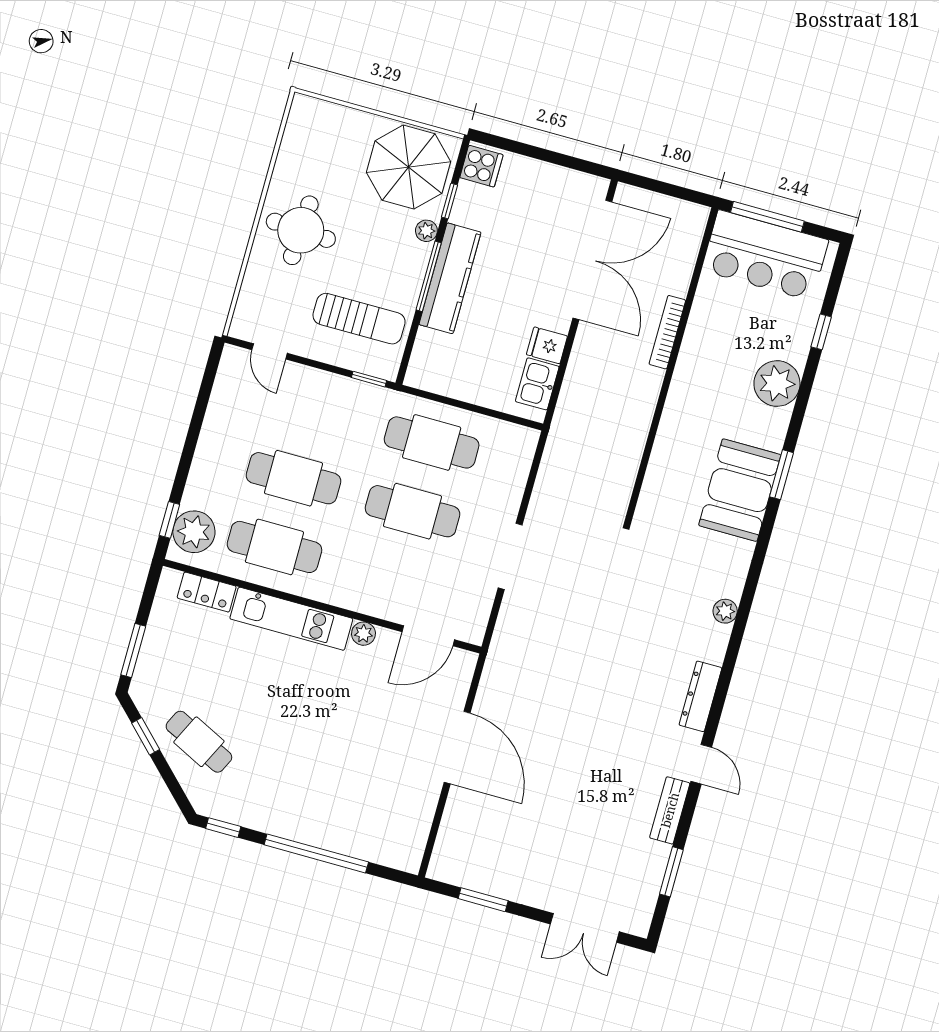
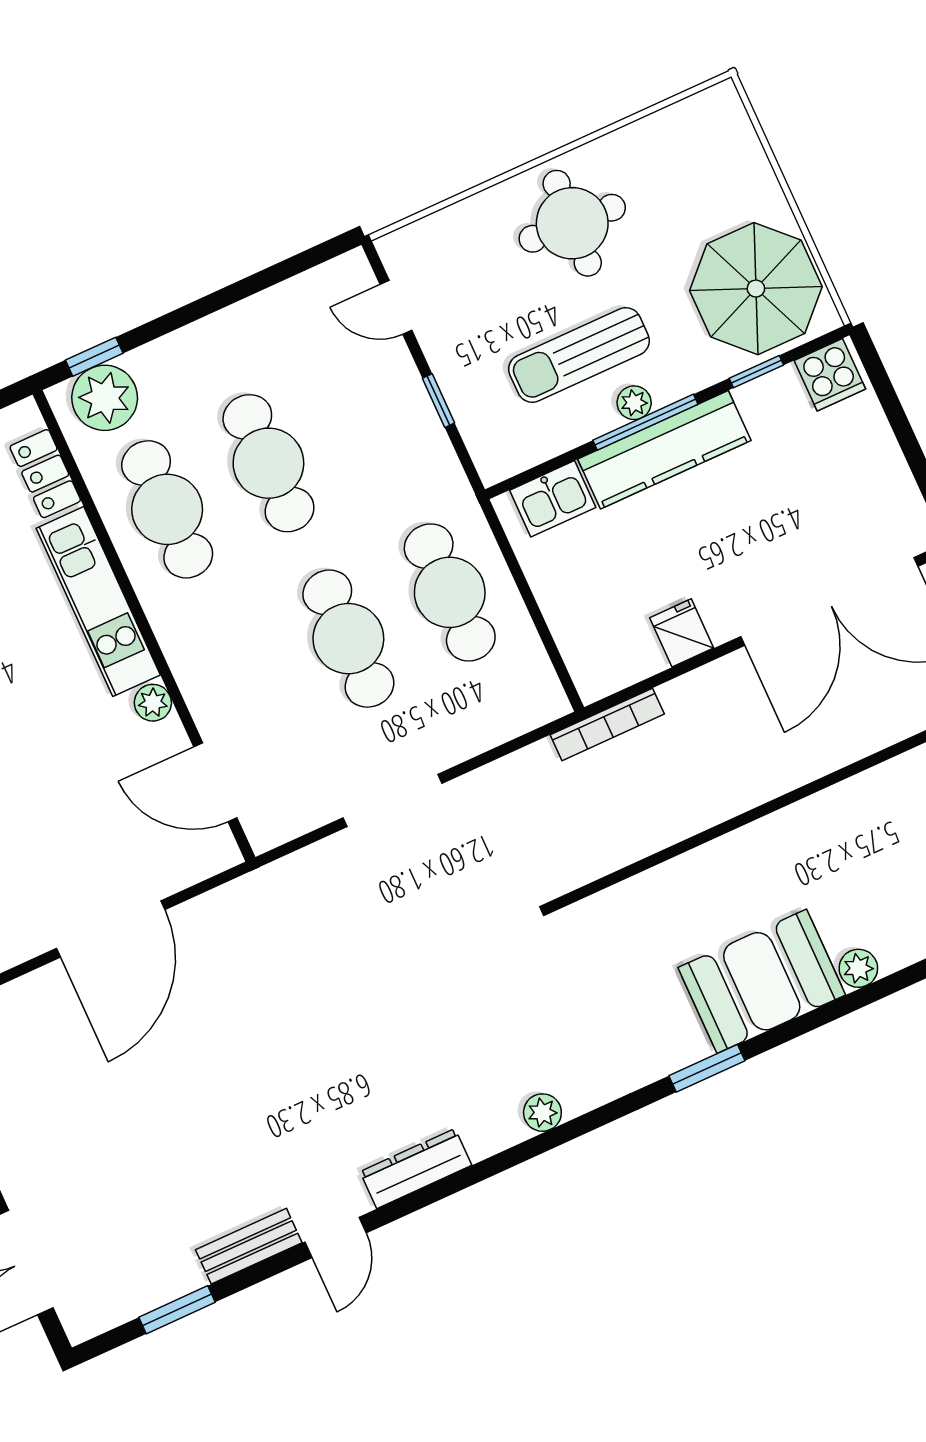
plant: (426, 231) -> (634, 403), moved
sun lounger: (359, 319) -> (579, 355), moved, turned 90
bookcase: (667, 332) -> (607, 724), moved, turned 180
door: (270, 351) -> (396, 307), hinge flipped
window: (369, 379) -> (438, 401), moved
kitchen sink: (537, 384) -> (553, 499), moved, turned 180
plant: (777, 384) -> (858, 968), width x0.53, depth x0.53
window: (781, 475) -> (707, 1068), moved
booth: (740, 490) -> (762, 981), moved

